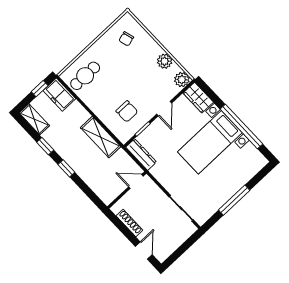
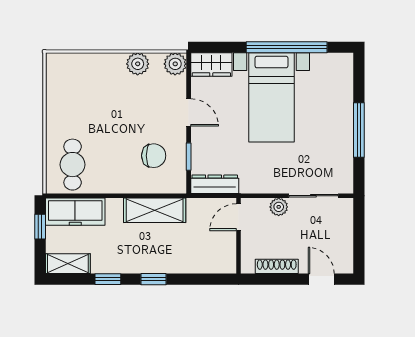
chair: (126, 39) -> (75, 82), removed
freezer: (59, 95) -> (75, 212), width x1.40
plant: (160, 196) -> (279, 207), added

